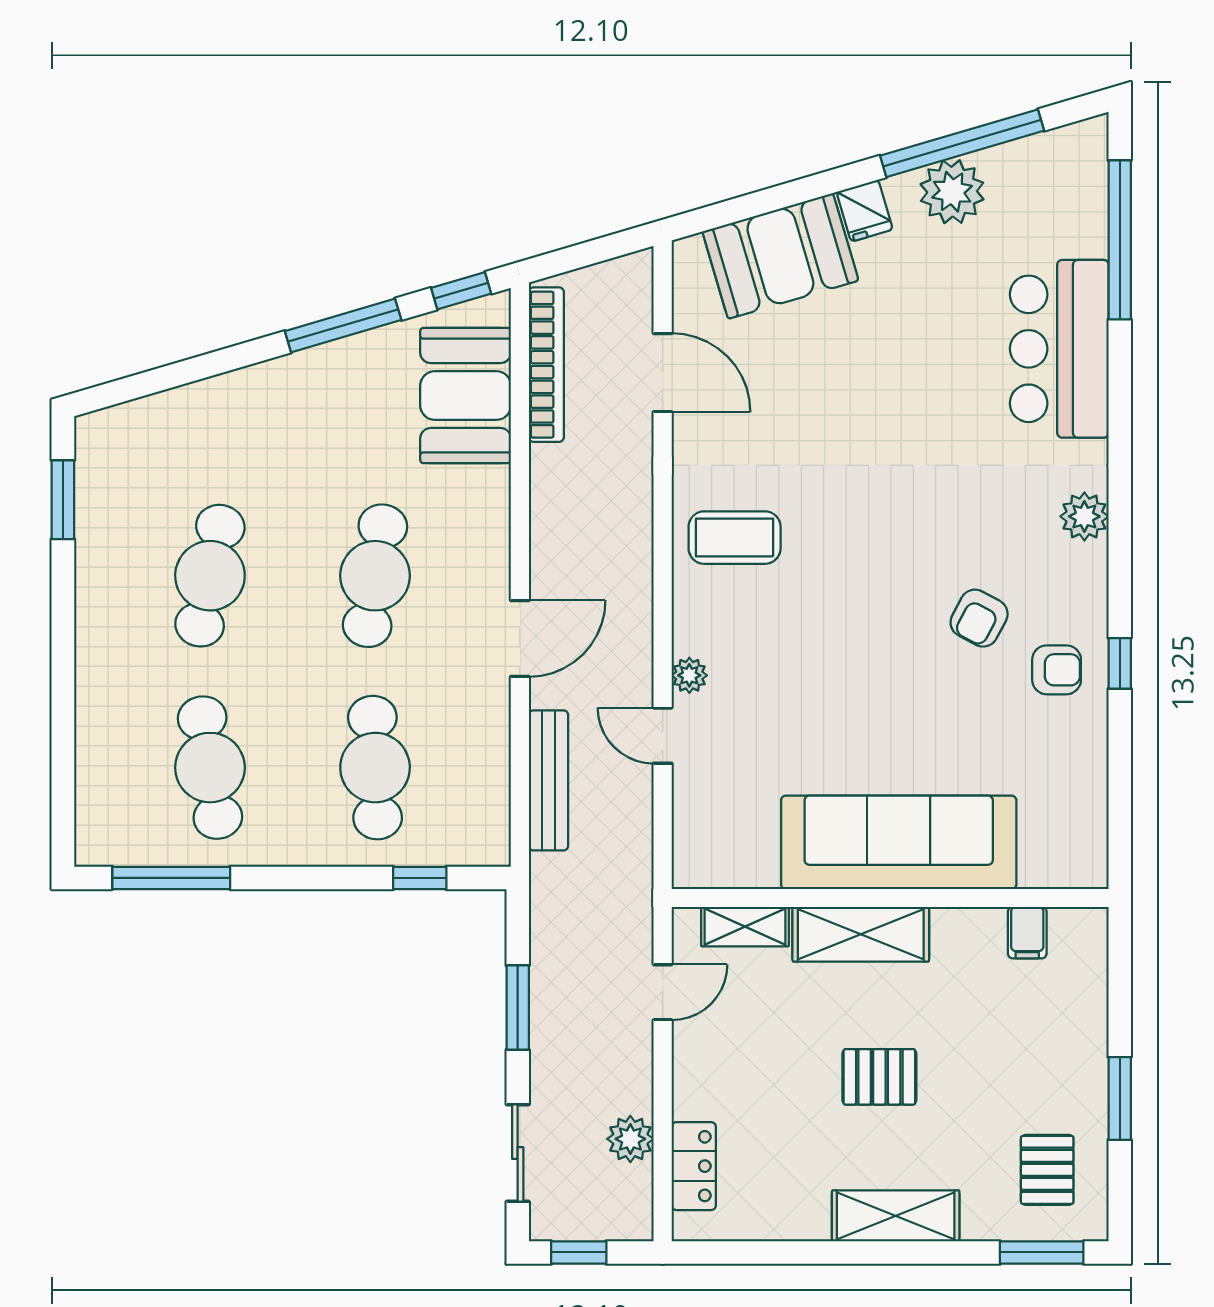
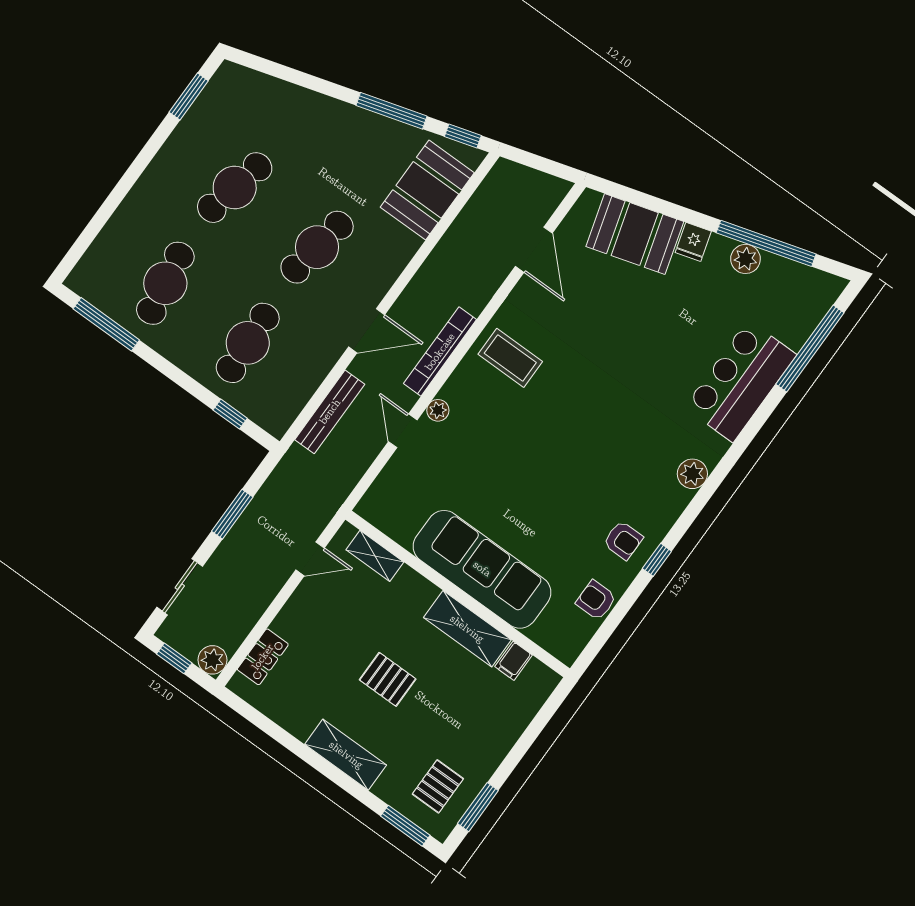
plant: (952, 192) -> (745, 259), width x0.73, depth x0.73
bookcase: (546, 365) -> (440, 352), moved, turned 180
armchair: (979, 618) -> (596, 600), moved, turned 62
shelving: (861, 934) -> (467, 629), moved
window: (1120, 1098) -> (478, 807), moved
plant: (630, 1139) -> (212, 660), moved

